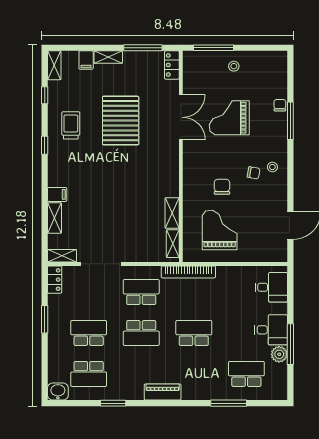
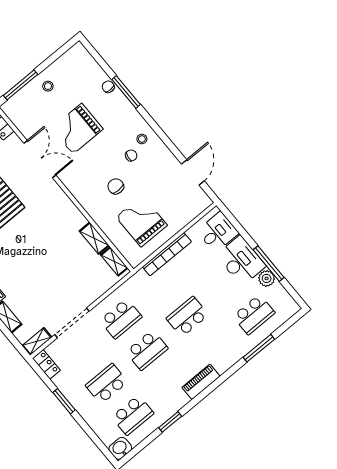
bookcase: (188, 272) -> (167, 254), moved
school desk: (141, 292) -> (121, 319), turned 180
desk: (271, 330) -> (241, 261), width x1.37
school desk: (246, 374) -> (254, 315), turned 180

